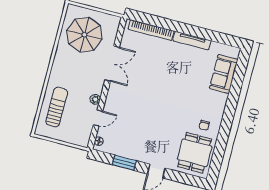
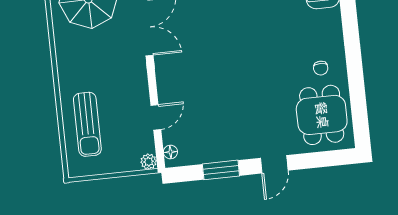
plant: (95, 99) -> (149, 162), moved
sun lounger: (57, 107) -> (87, 124), turned 180

